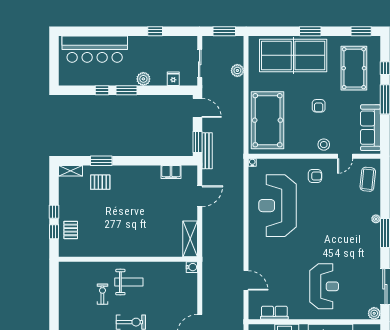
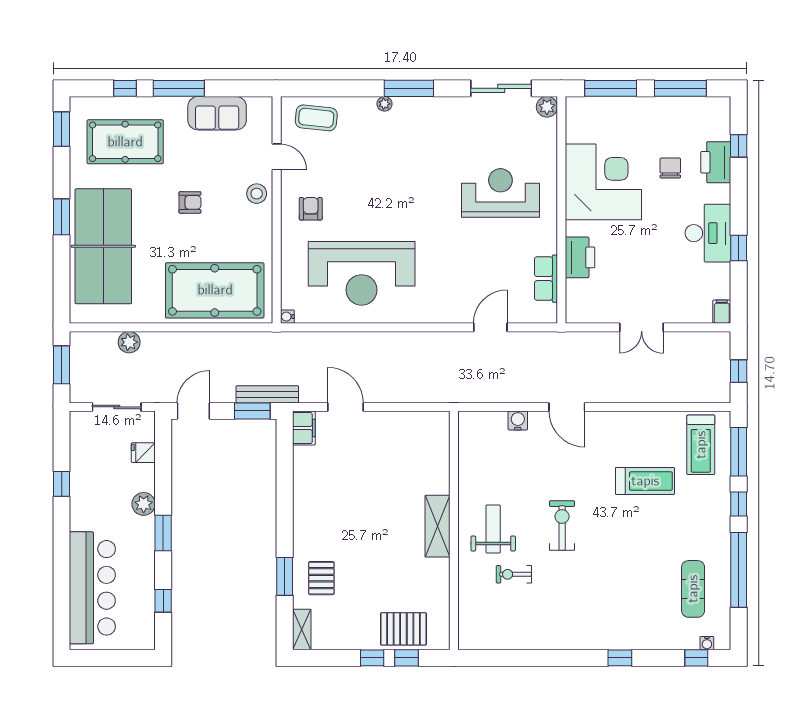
window: (102, 90) -> (163, 601), moved
sofa: (370, 128) -> (217, 113), width x0.73
filing cabinet: (171, 172) -> (304, 428), moved
pallet: (71, 230) -> (403, 629), width x1.50, depth x1.42
shelving: (190, 239) -> (437, 526), moved, turned 90
water cooler: (192, 267) -> (518, 421), moved

